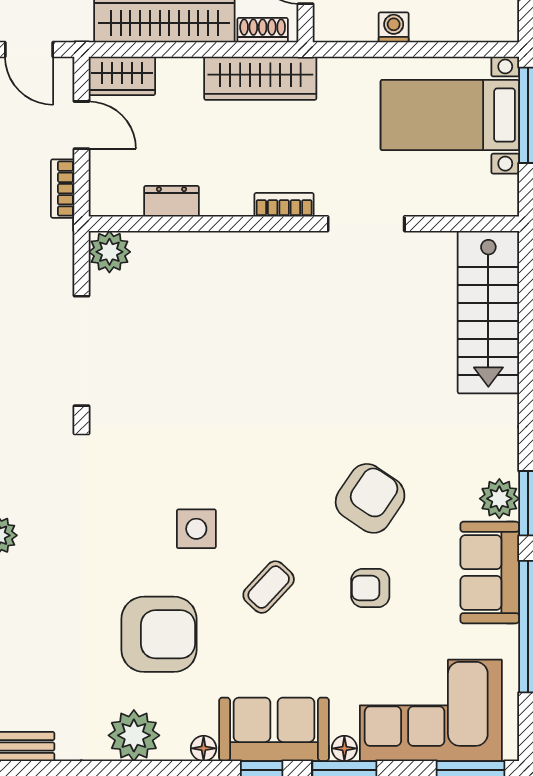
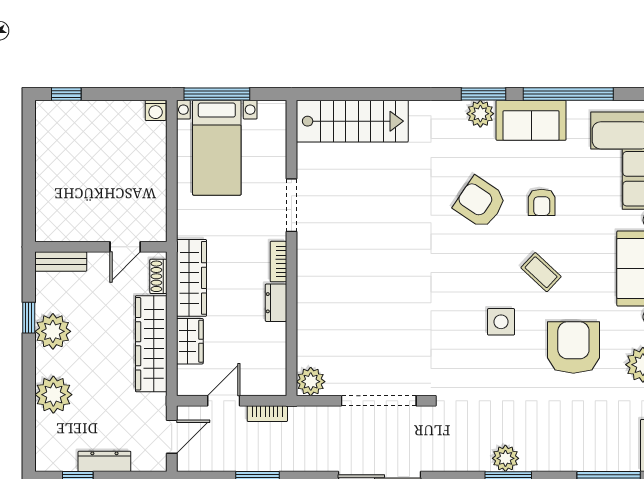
washing machine: (394, 27) -> (156, 110), moved, turned -90
wardrobe: (122, 76) -> (190, 341), moved
dresser: (172, 201) -> (276, 303), moved

